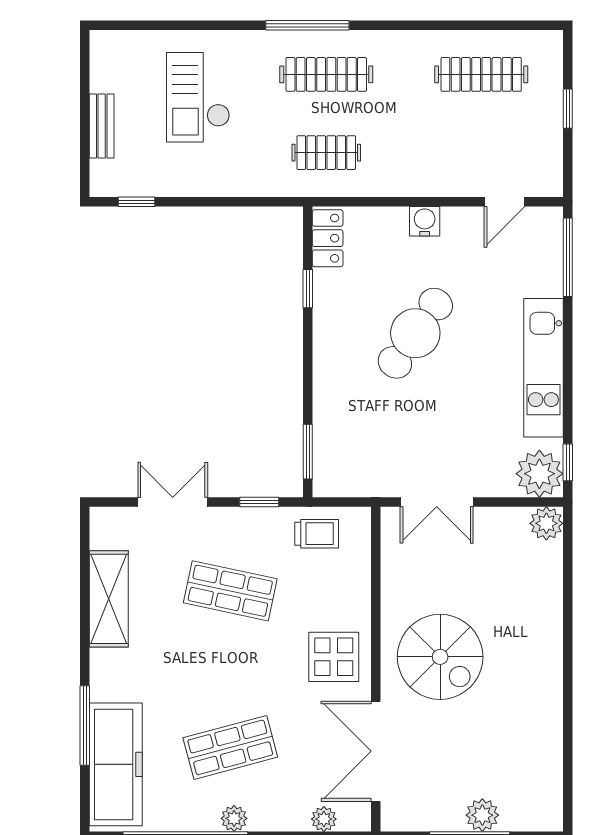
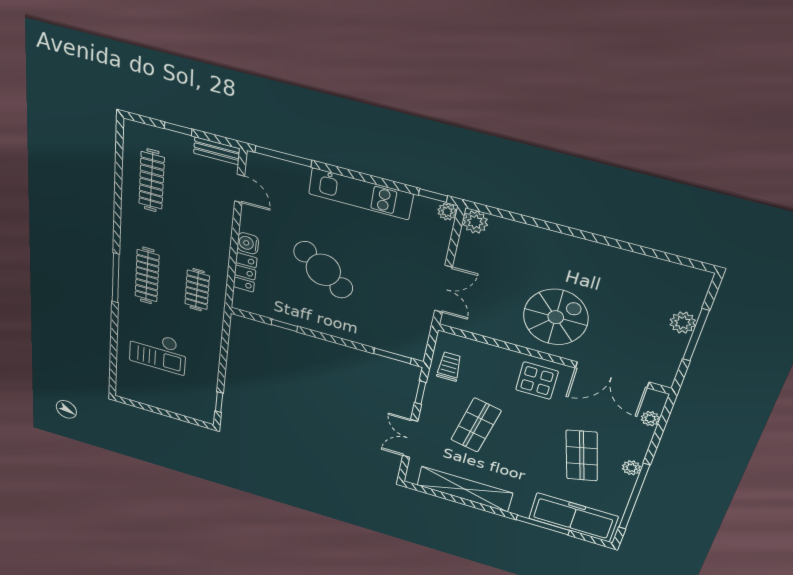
bench: (102, 126) -> (217, 151), moved
locker: (328, 238) -> (245, 272), moved, turned 90
plant: (539, 474) -> (447, 212), width x0.53, depth x0.53
shelving: (109, 599) -> (465, 489), width x1.47

